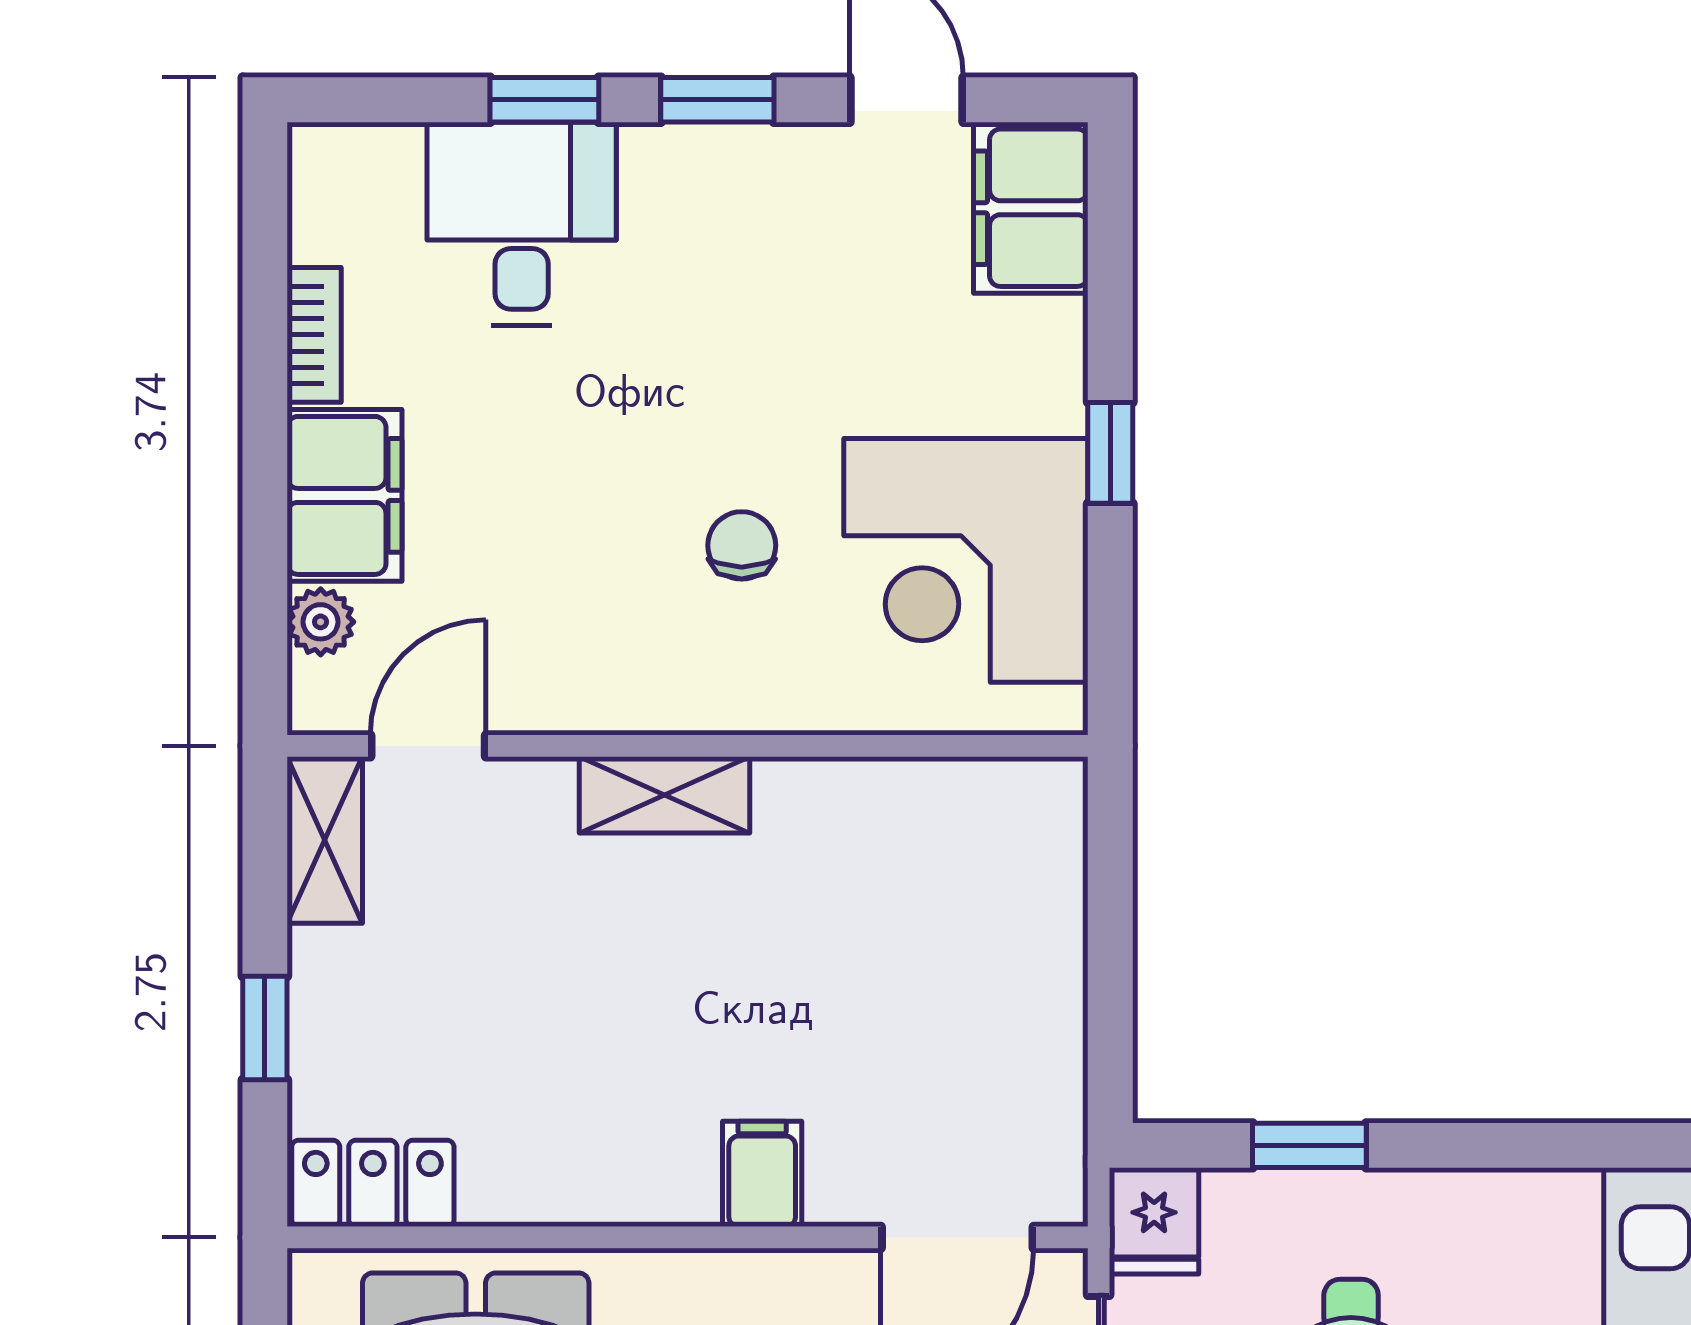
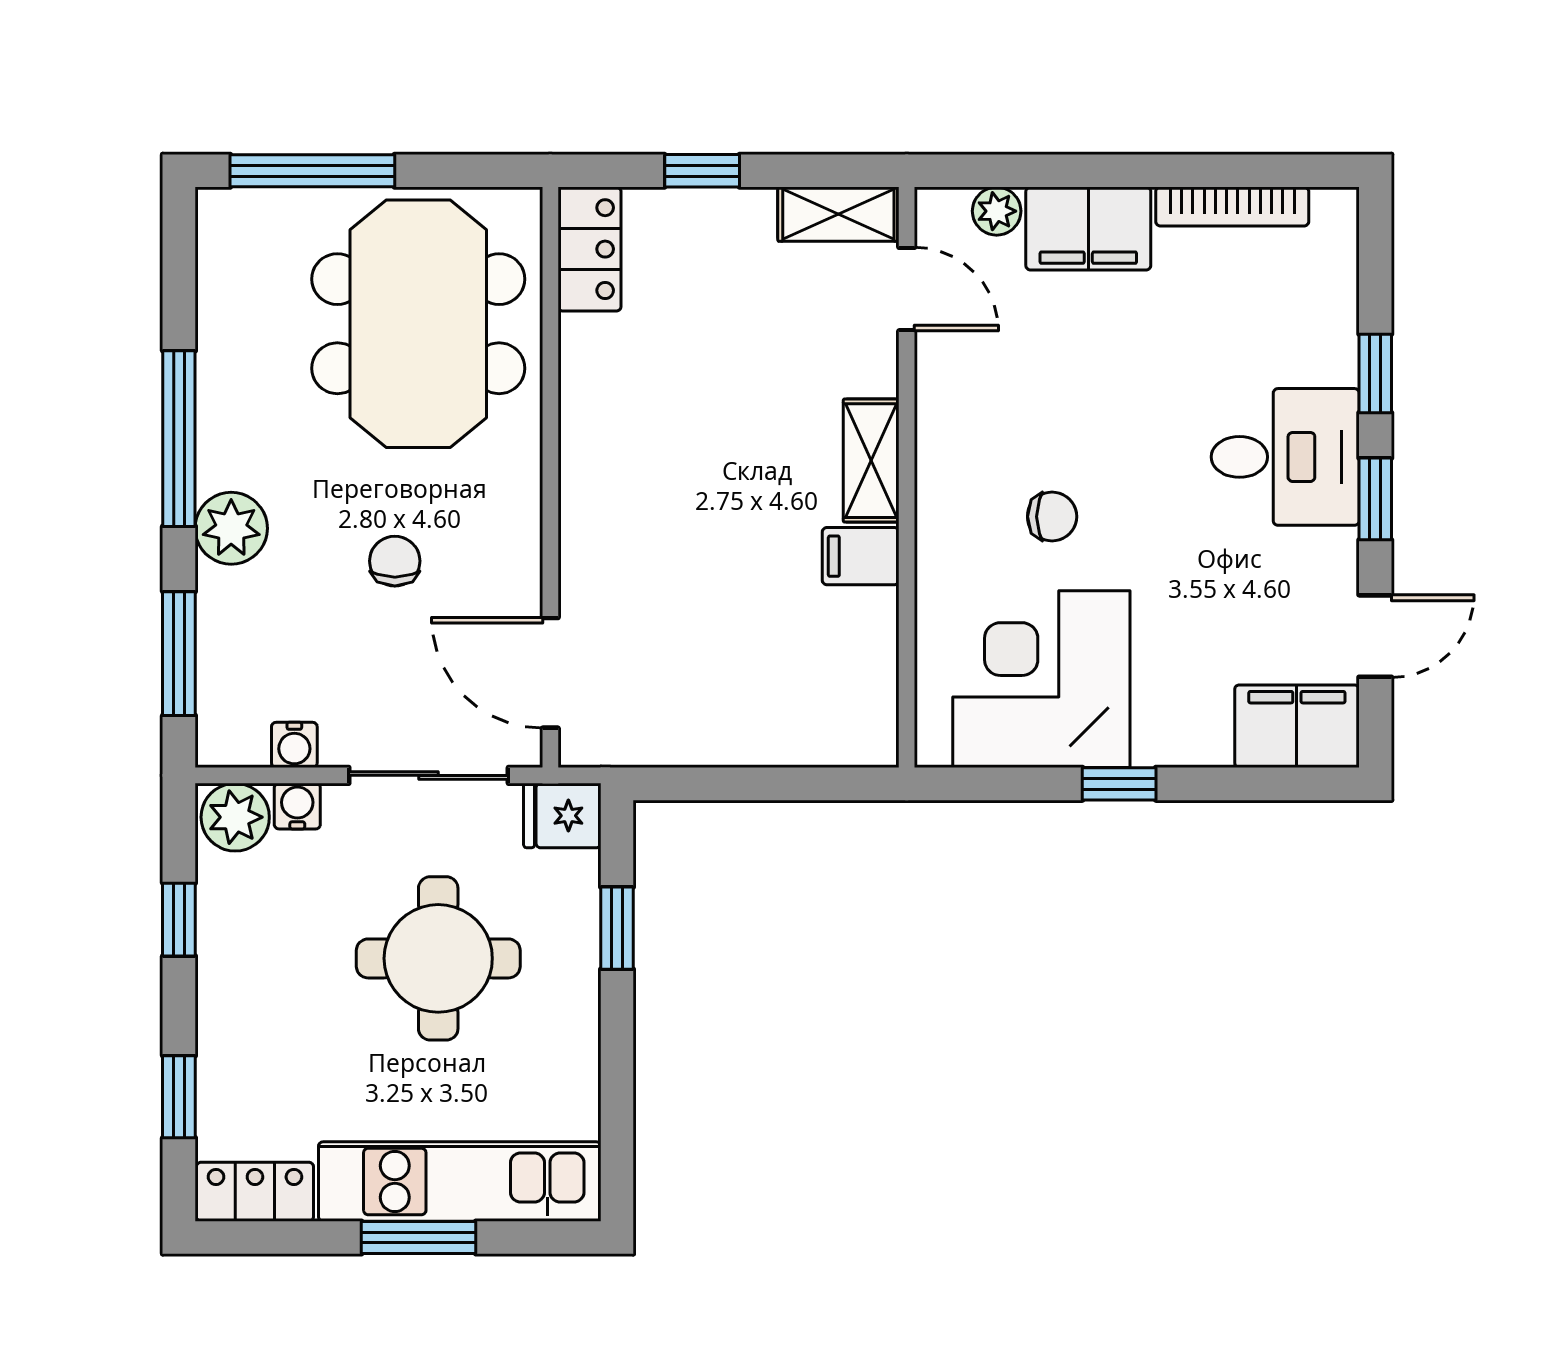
desk: (522, 224) -> (1285, 457), moved
bookcase: (314, 335) -> (1232, 207), width x1.56
filing cabinet: (762, 1174) -> (861, 556), moved, turned 180

